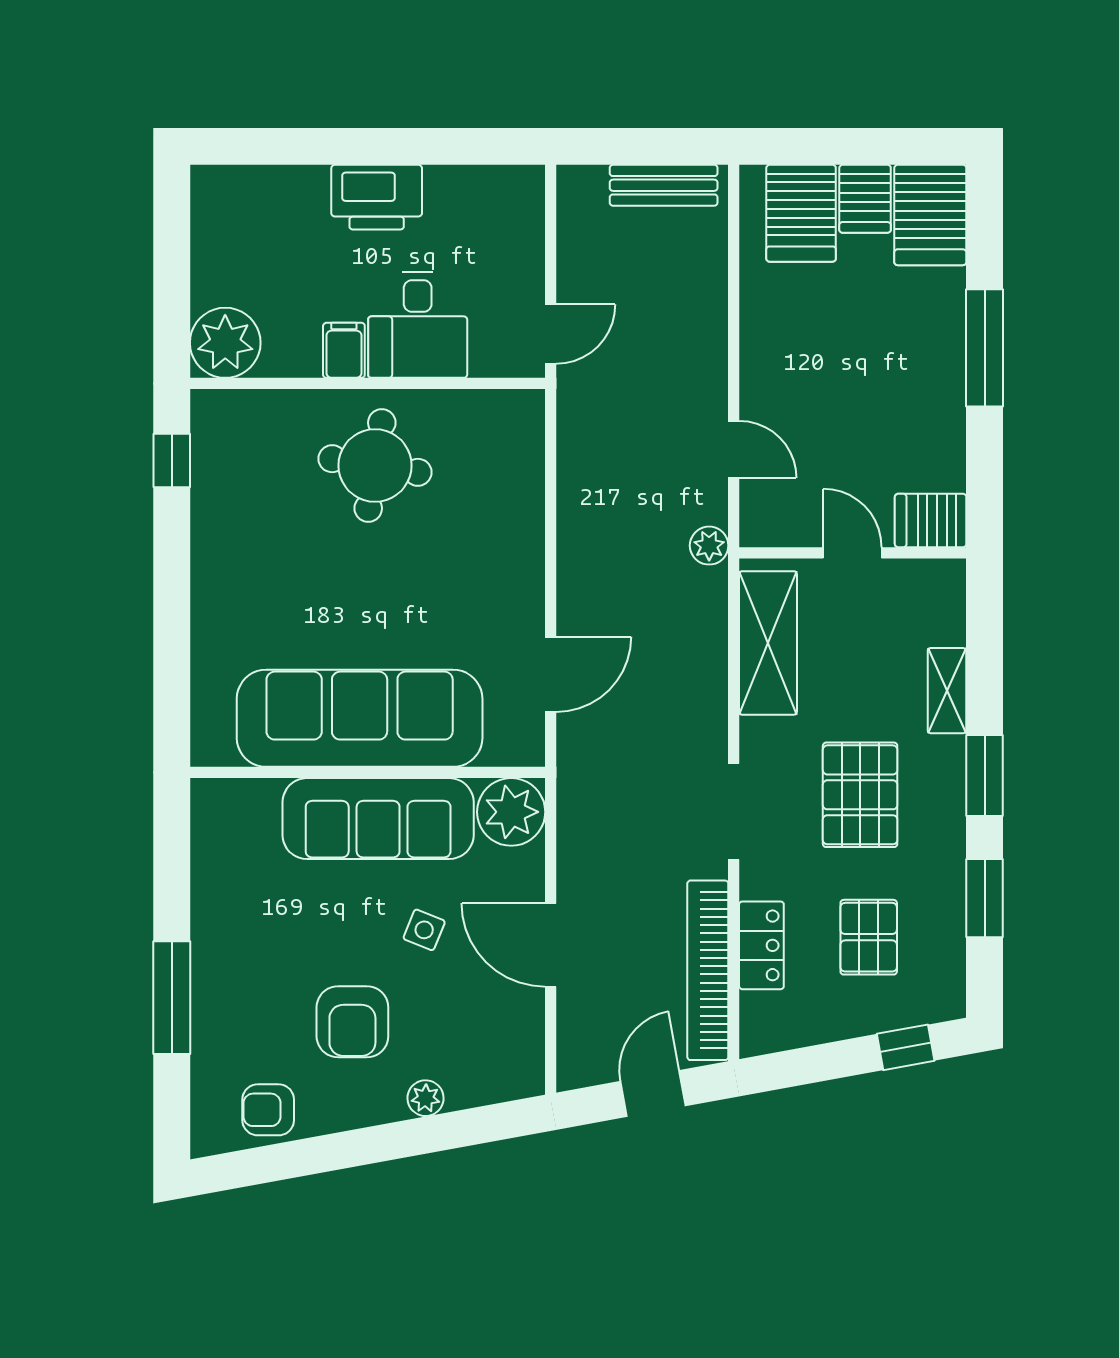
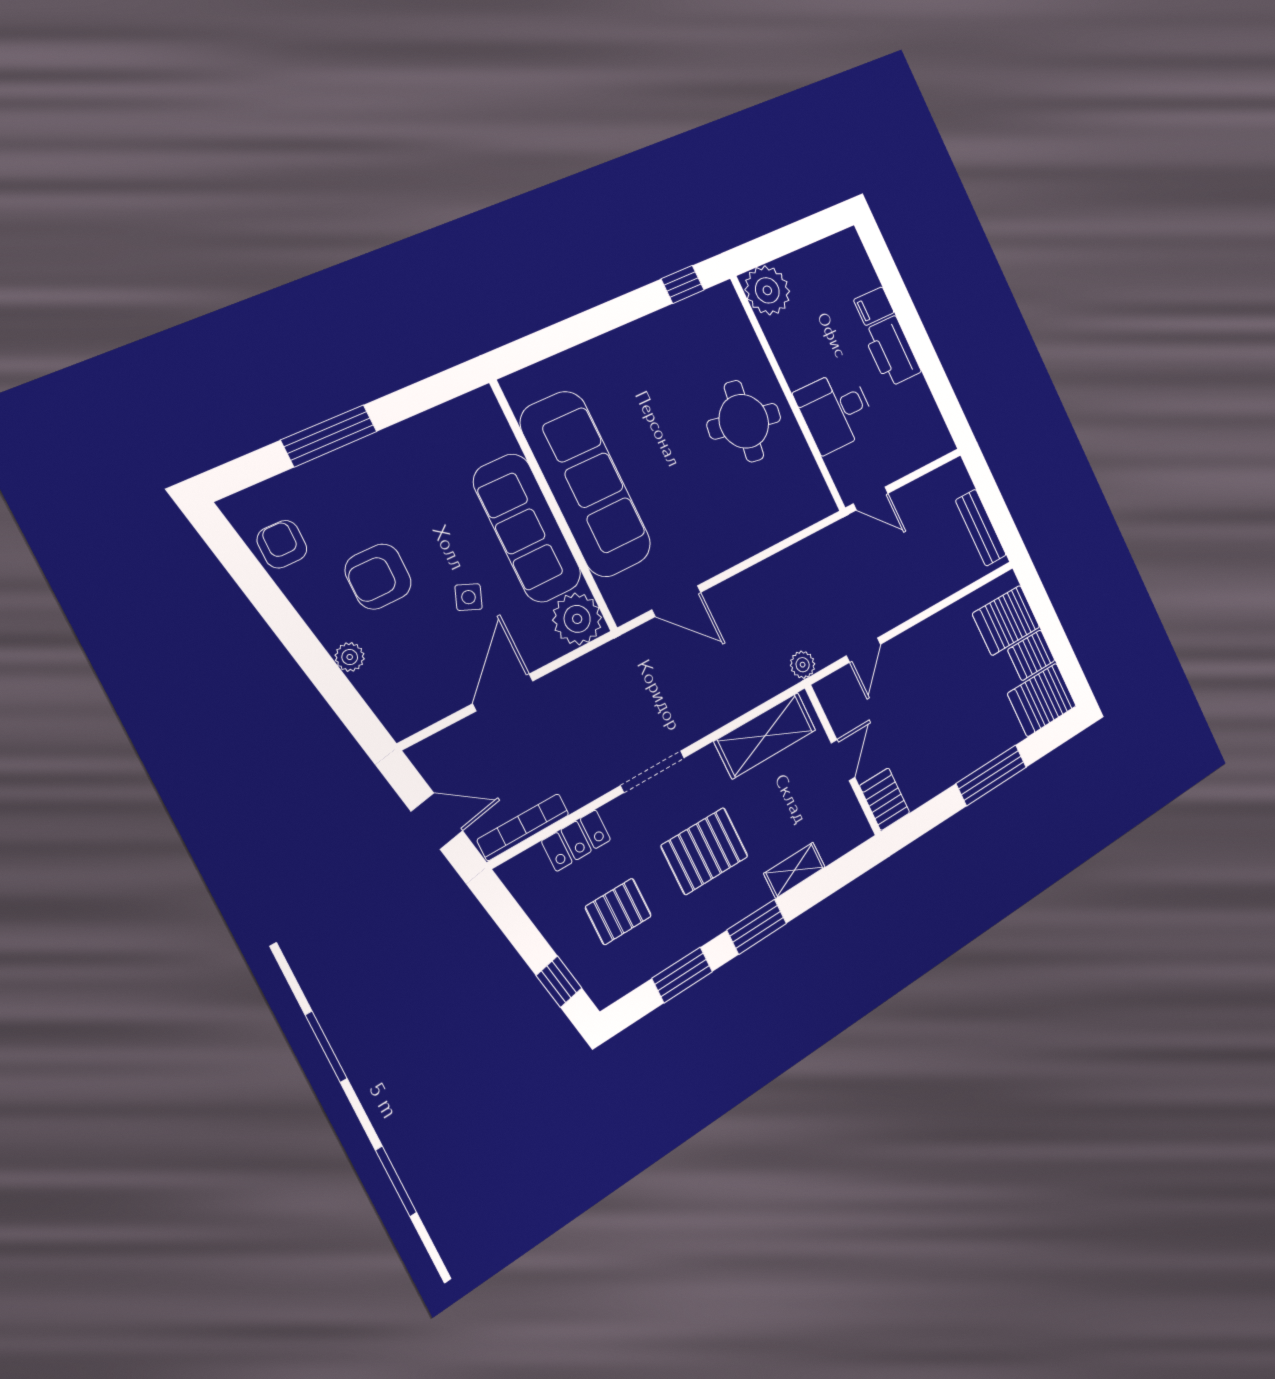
filing cabinet: (344, 350) -> (874, 306), moved, turned 180
bookcase: (708, 970) -> (523, 827), width x0.68, depth x0.76

